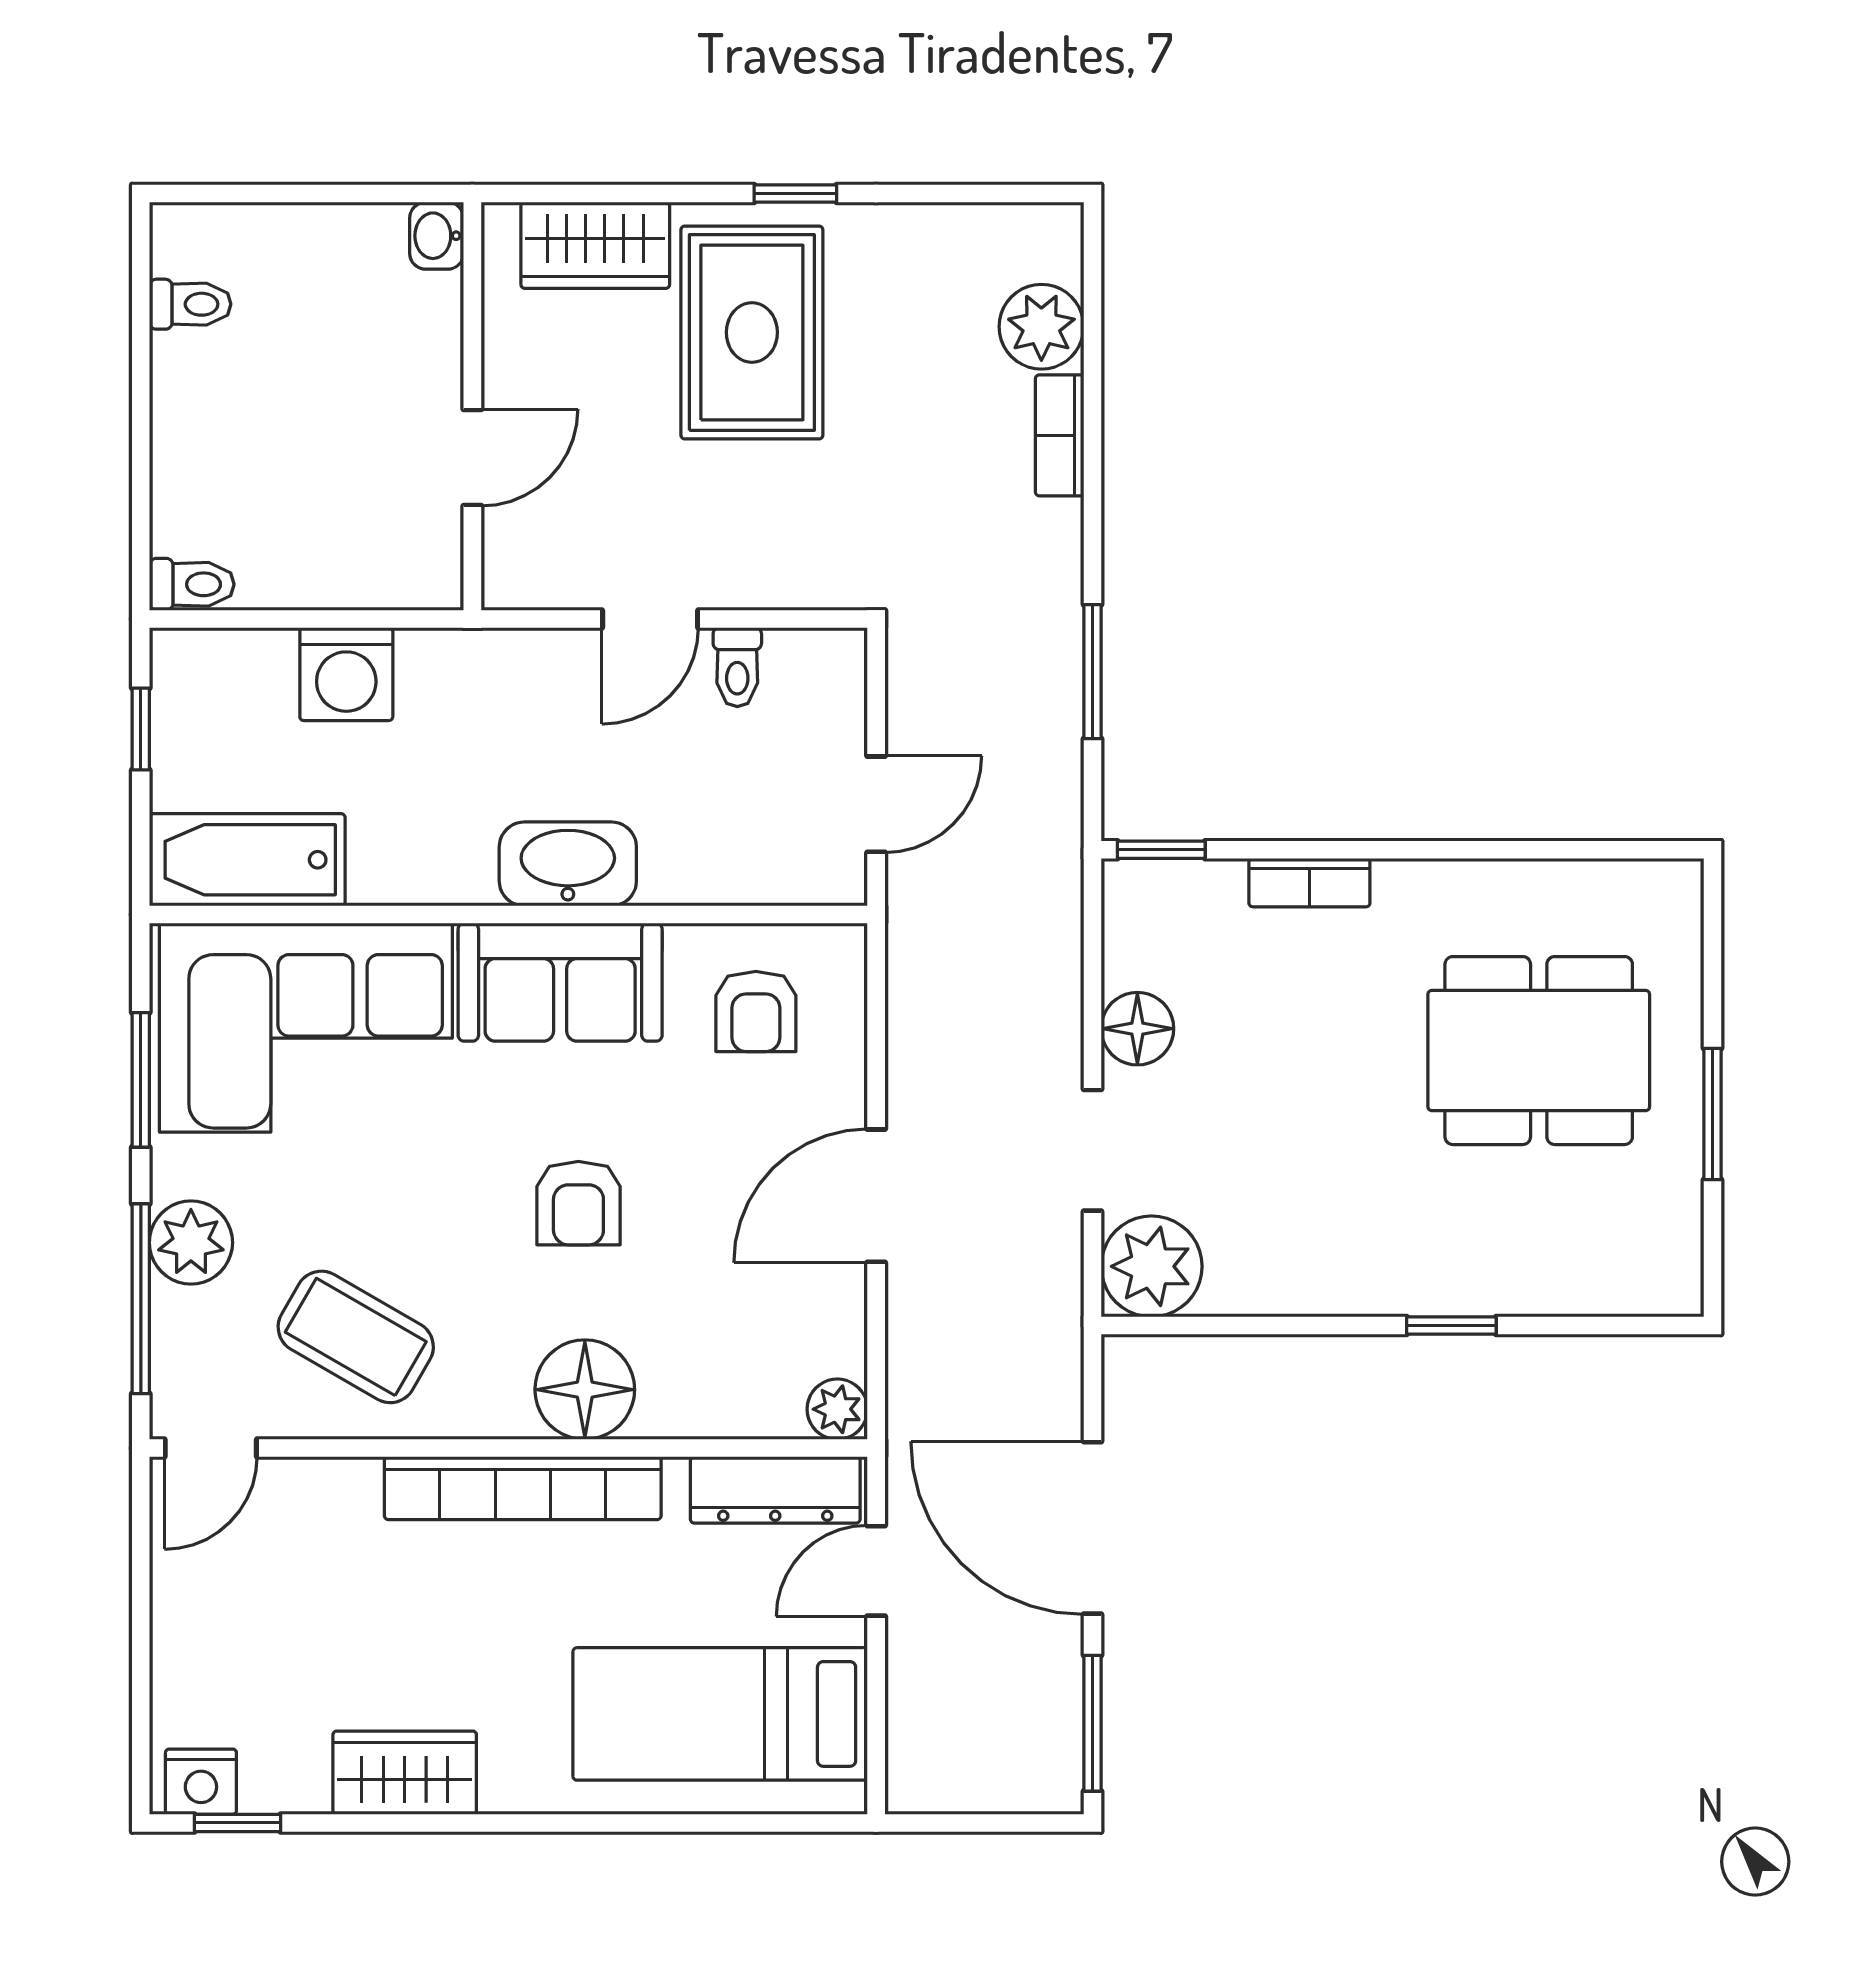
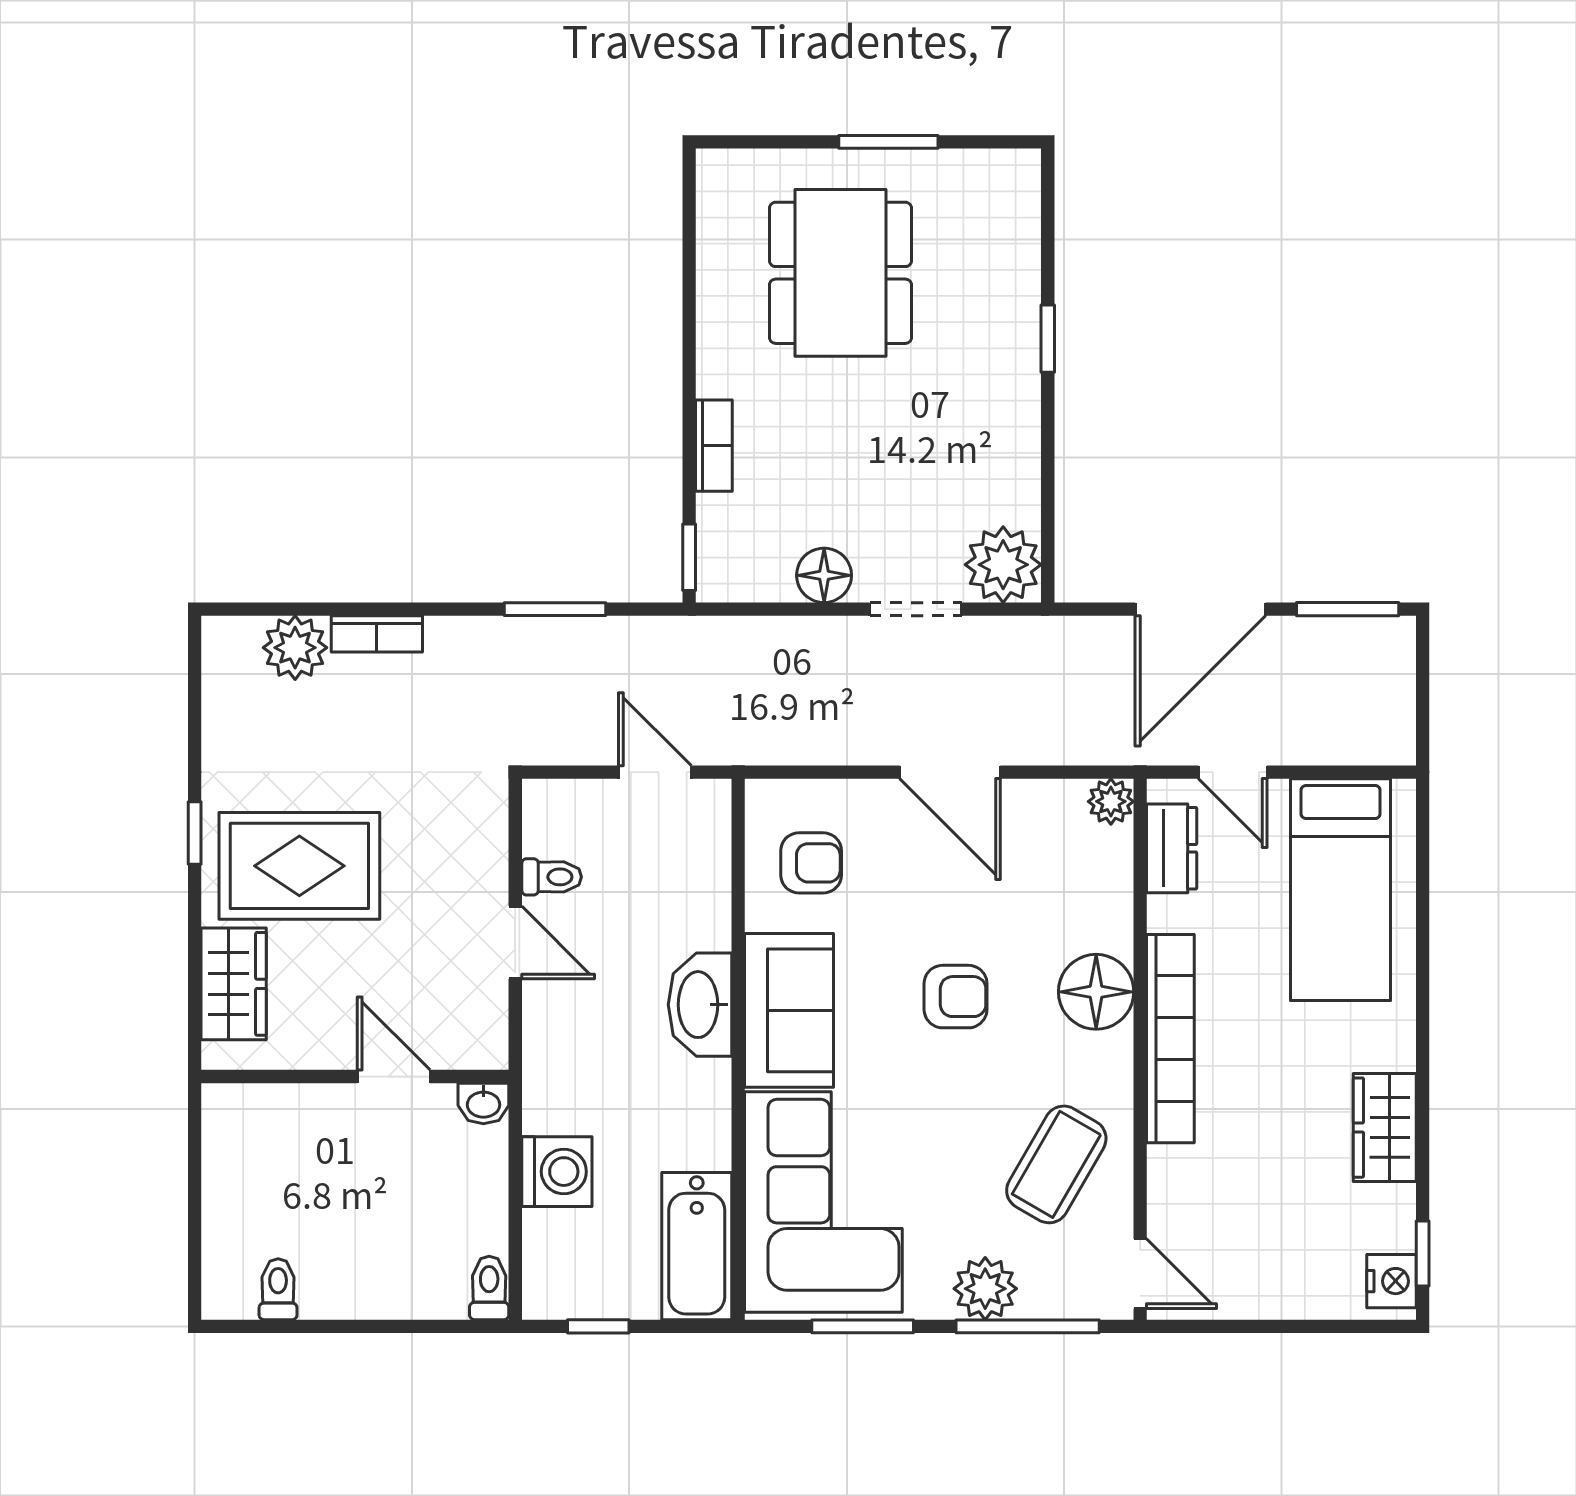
washbasin: (437, 236) -> (483, 1103), moved
dresser: (775, 1490) -> (1172, 848), width x0.70

